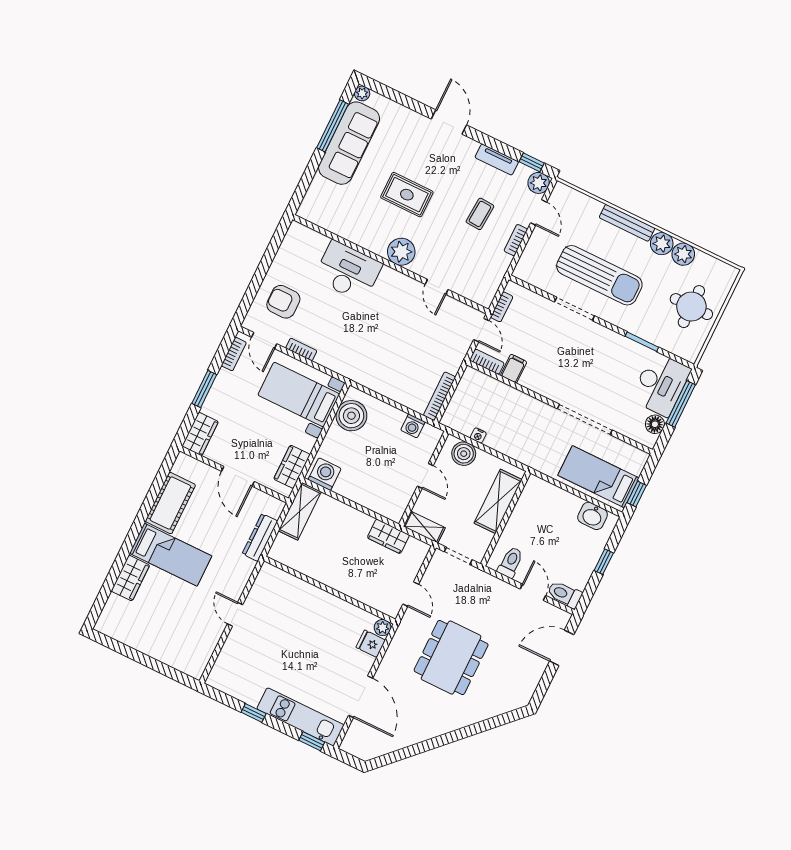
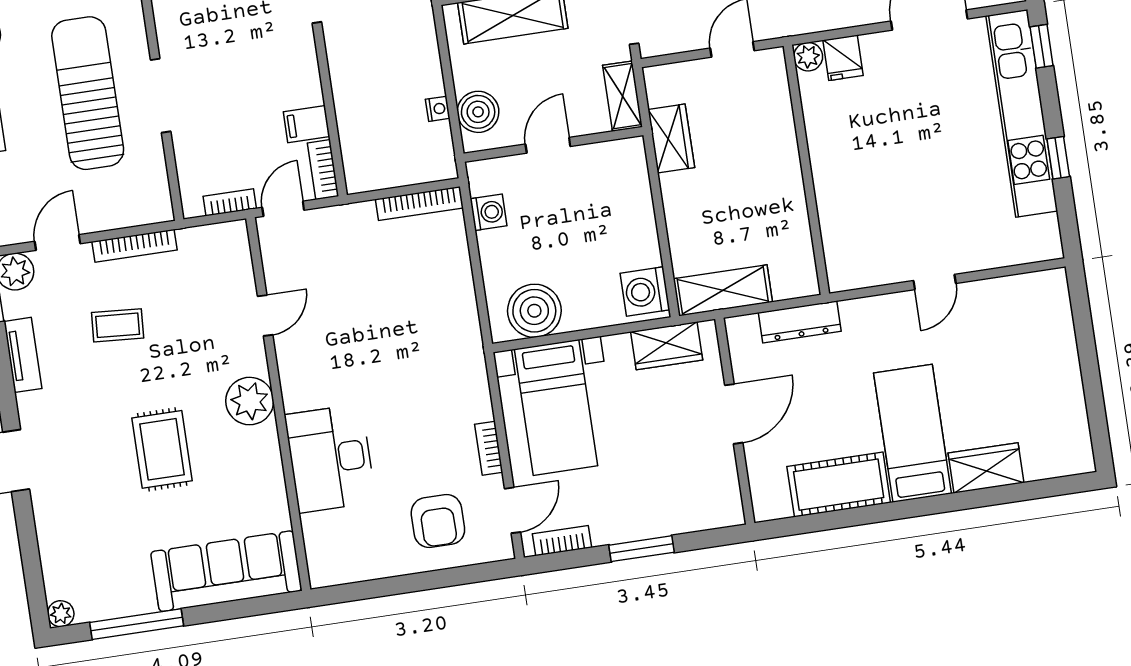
sofa: (349, 143) -> (226, 571), moved
bookcase: (516, 240) -> (135, 246), width x1.56
wardrobe: (200, 434) -> (710, 510), removed
kitchen unit: (300, 717) -> (1022, 113), width x1.36

